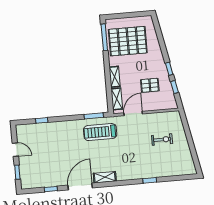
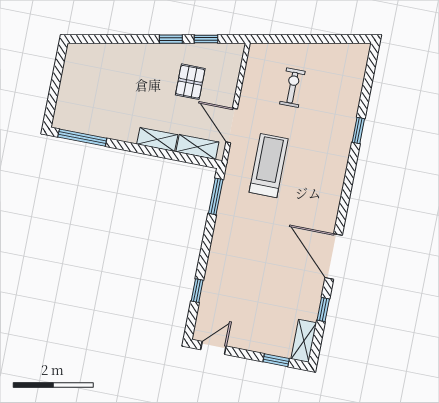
pallet: (128, 41) -> (101, 98), removed
treadmill: (100, 132) -> (269, 166), moved, turned 180
door: (15, 150) -> (213, 348), moved
shelving: (105, 177) -> (304, 341), moved

